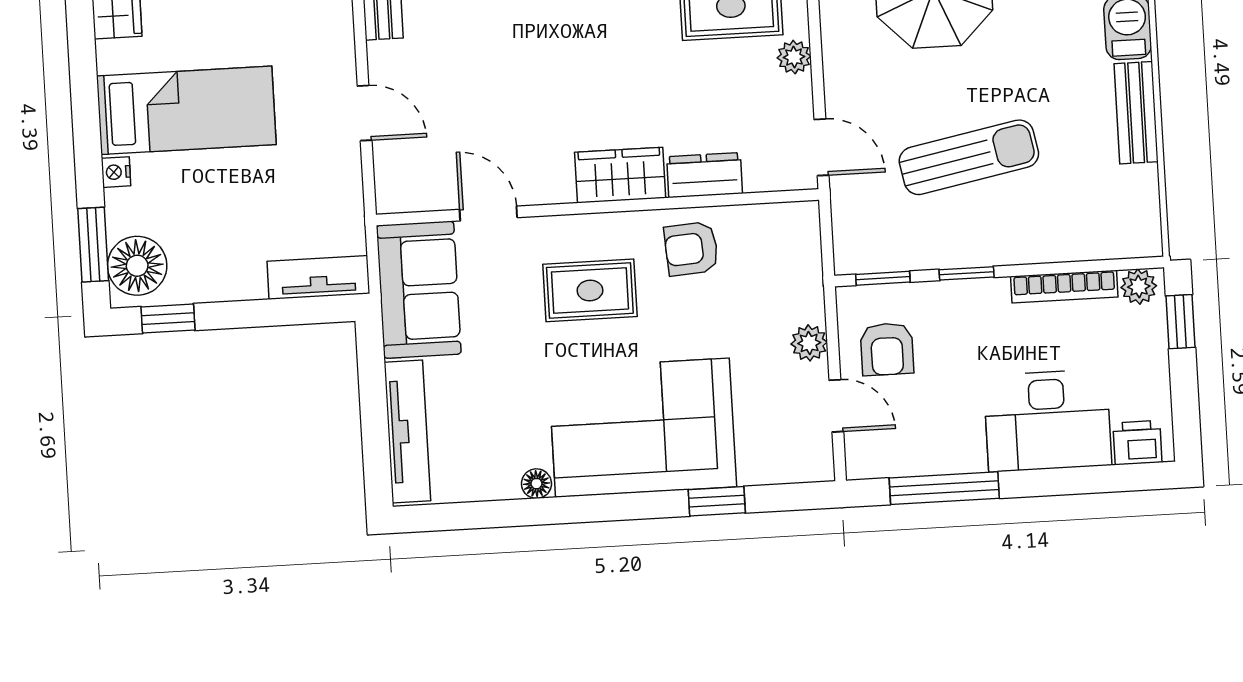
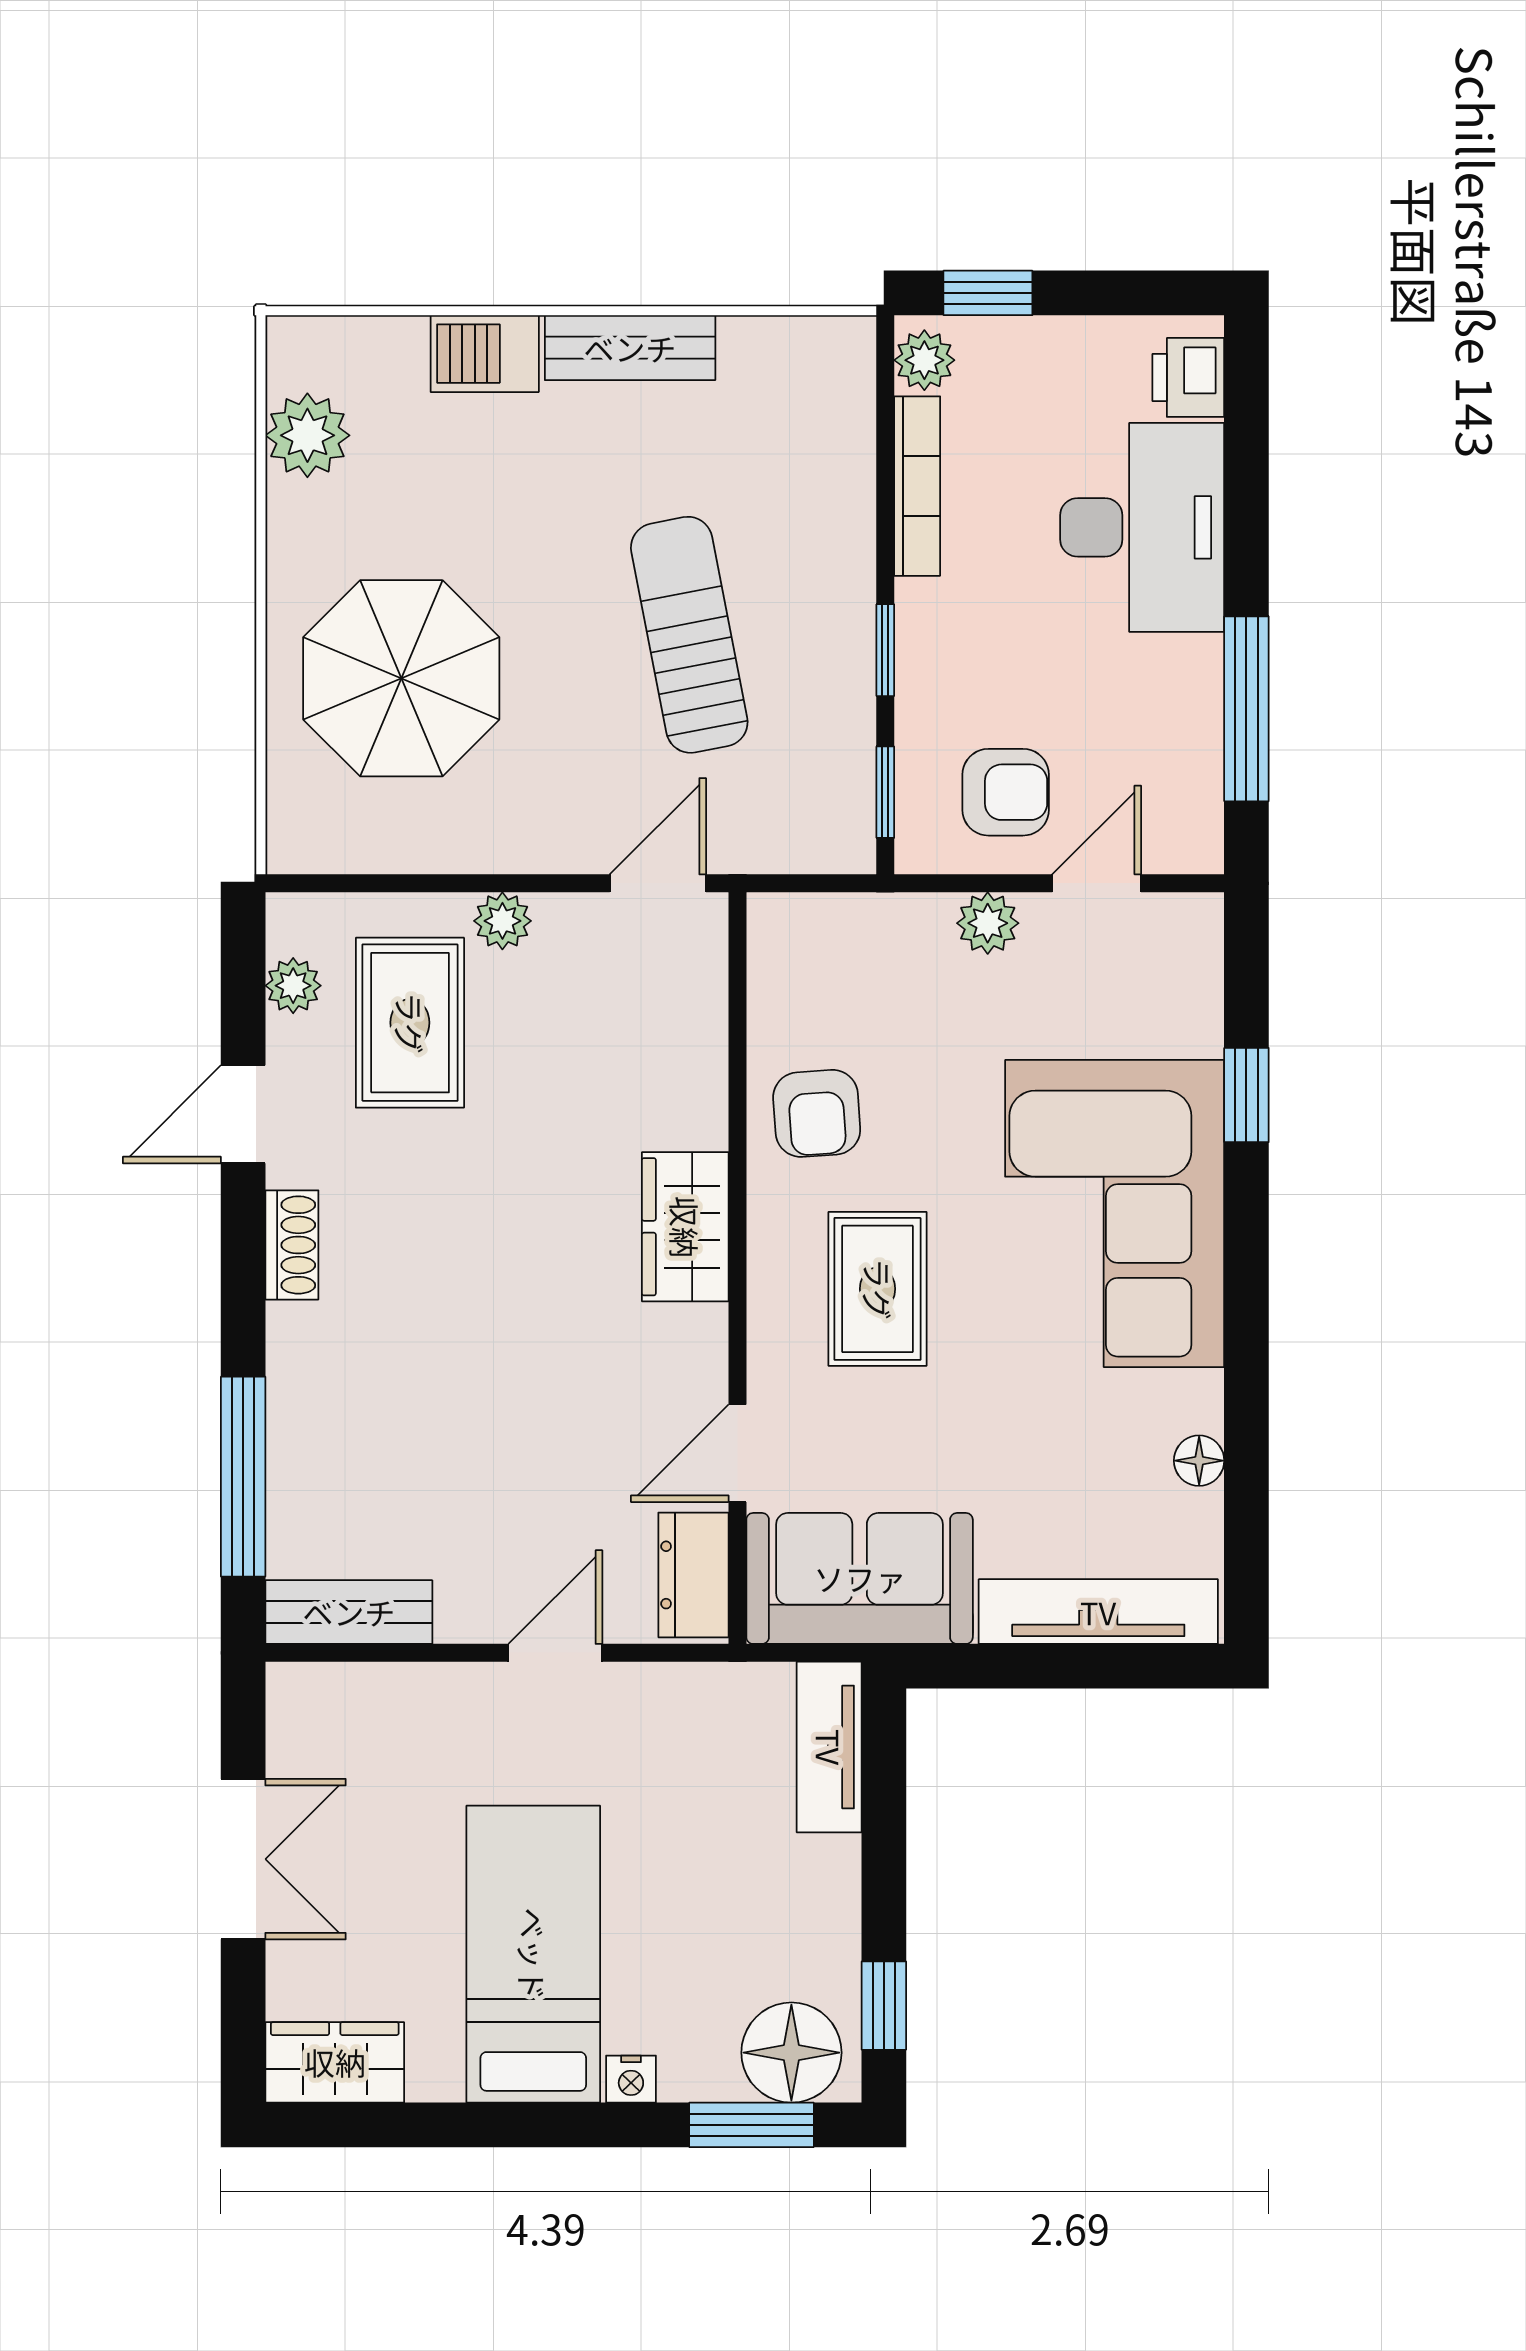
dresser: (705, 175) -> (693, 1575), moved
floor lamp: (536, 484) -> (1199, 1461), moved

